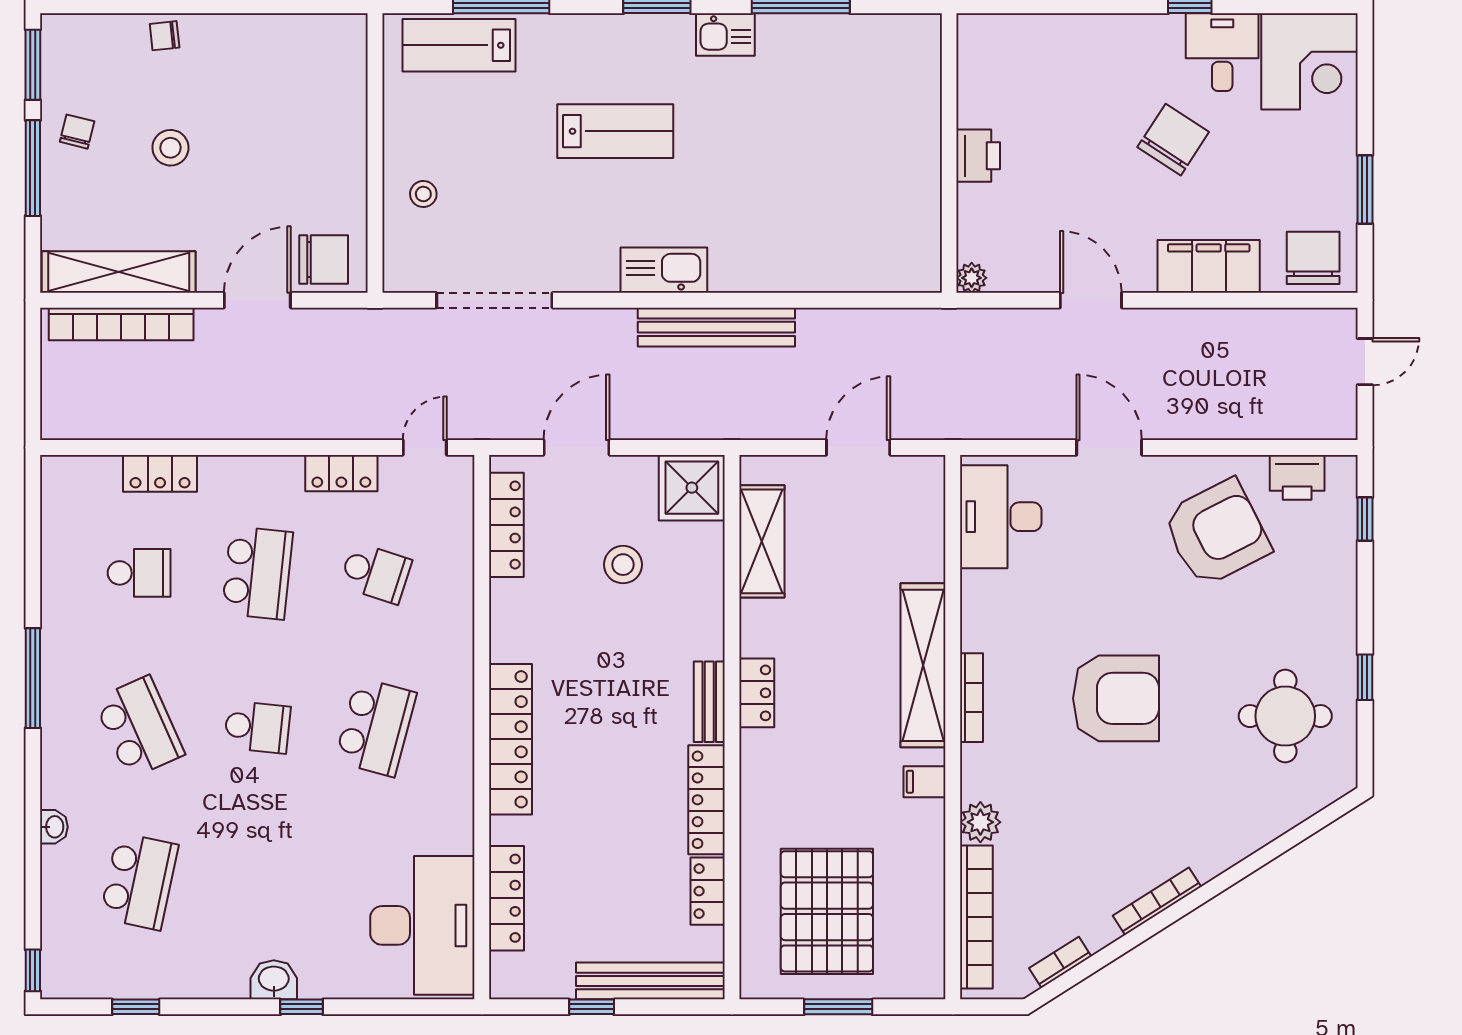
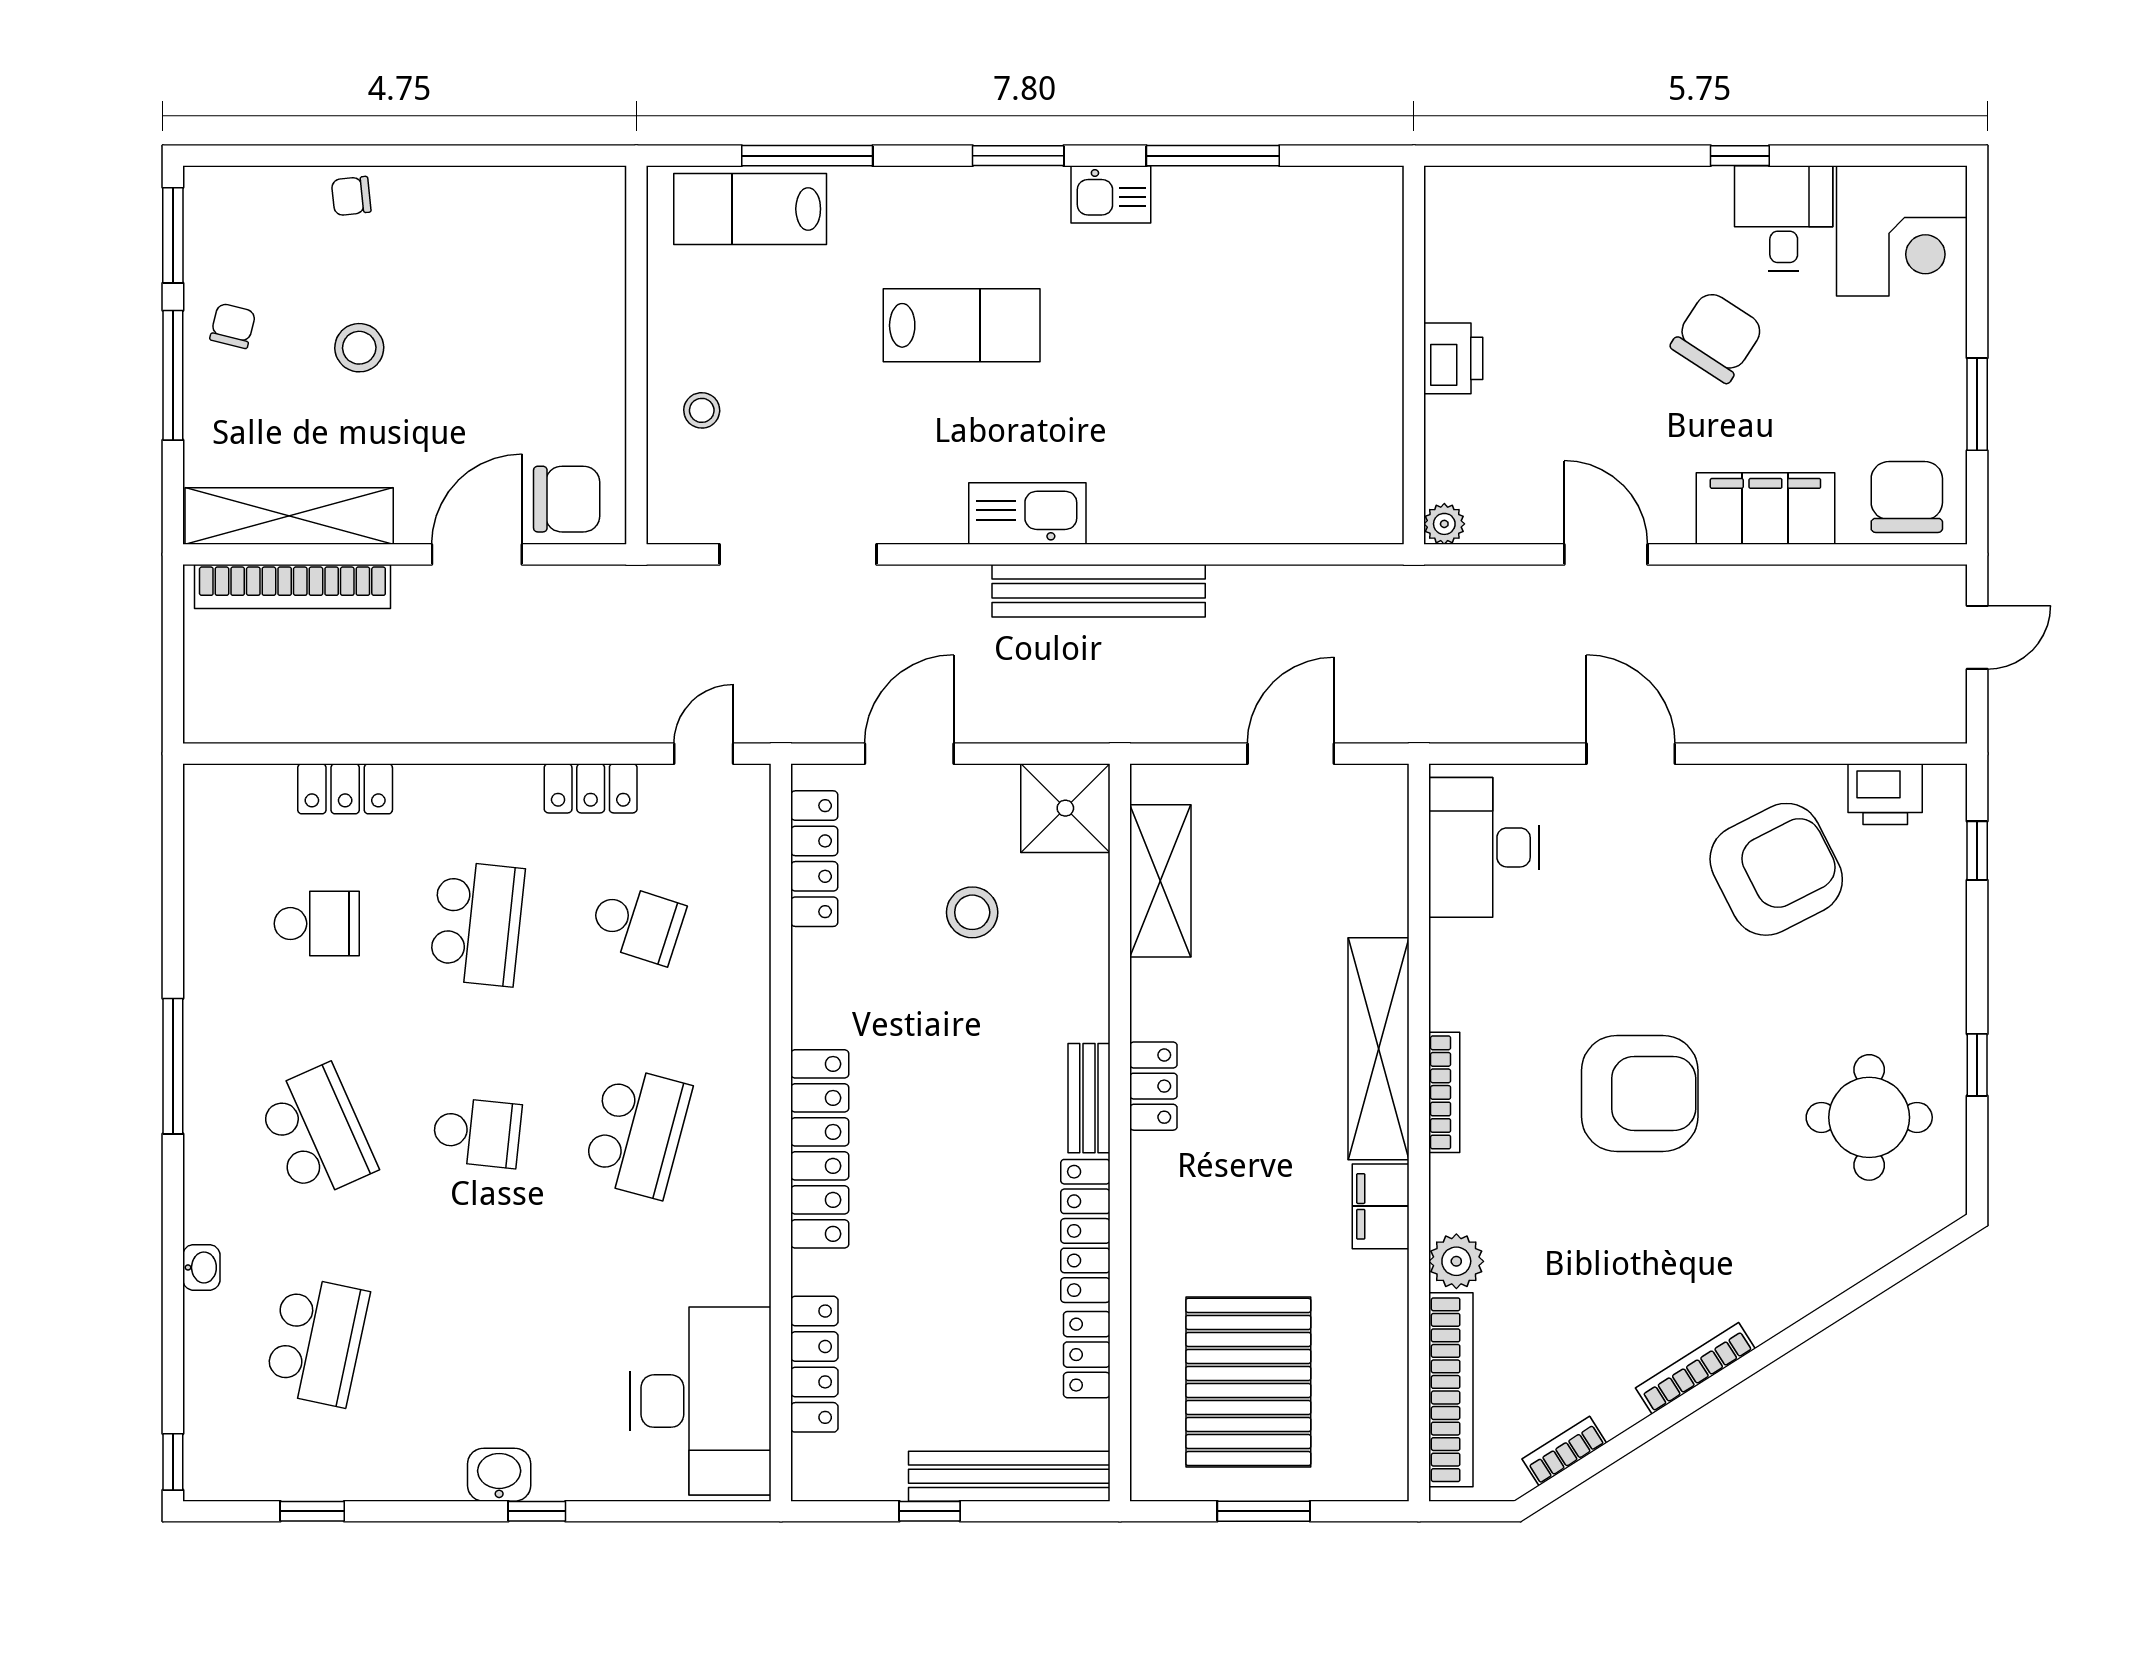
filing cabinet: (925, 782) -> (1381, 1206), width x2.00

